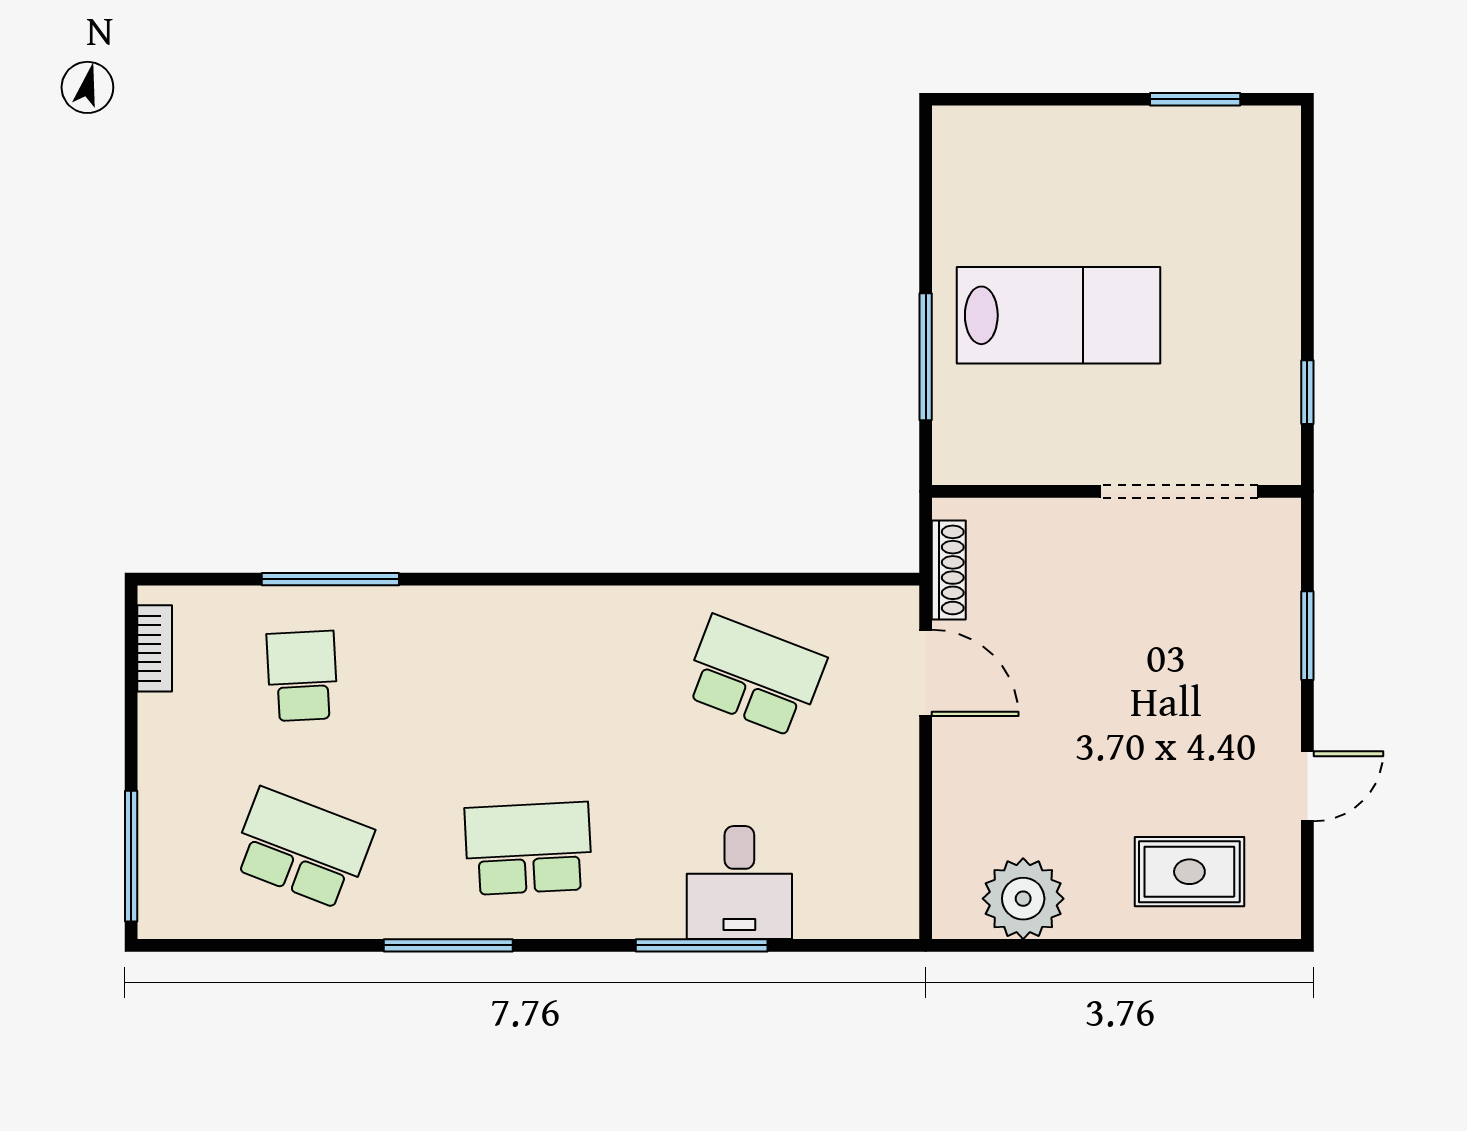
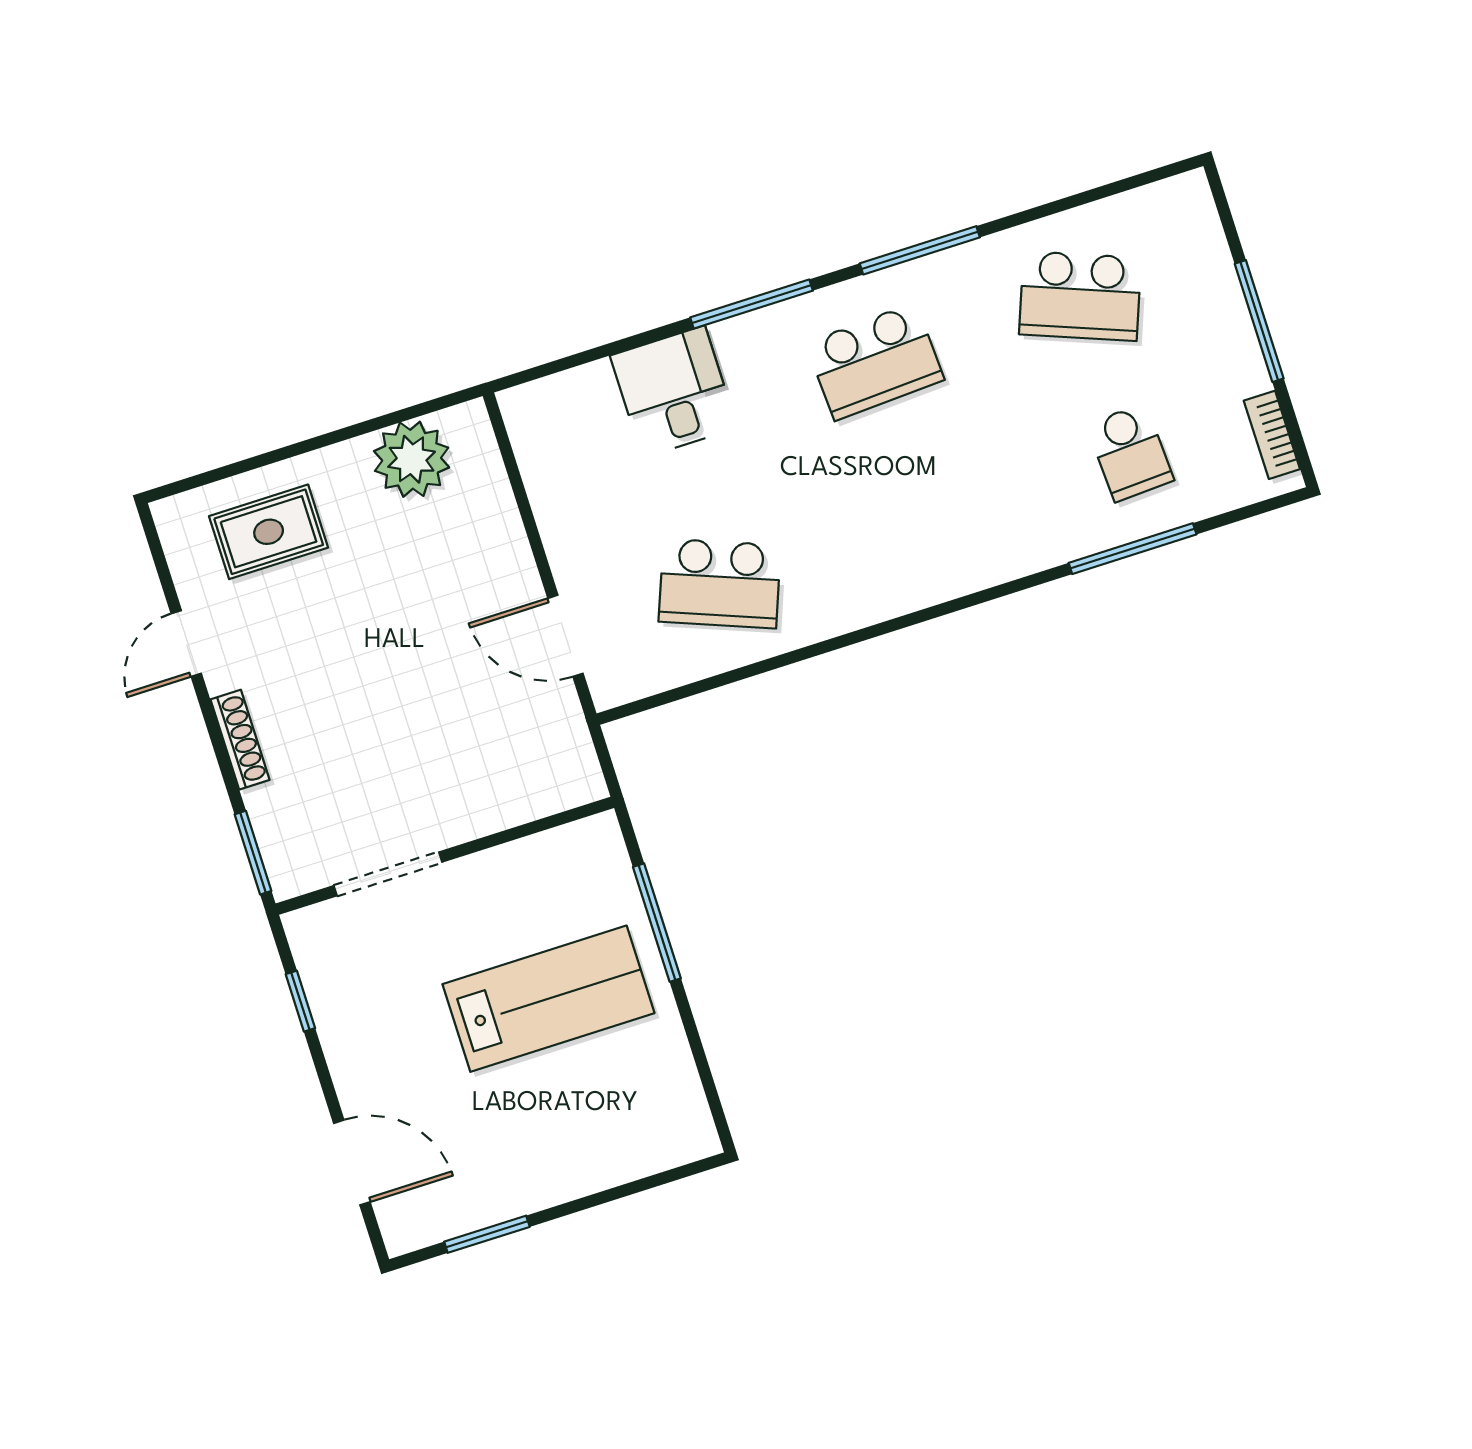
door: (1307, 214) -> (352, 1163), added
lab bench: (1058, 315) -> (548, 999), turned 180
doorway: (1179, 491) -> (388, 874), width x0.73
shoe rack: (949, 570) -> (240, 740), moved, turned 180
window: (1307, 636) -> (253, 853), moved
window: (131, 856) -> (1259, 321), moved
window: (702, 945) -> (752, 304), moved

